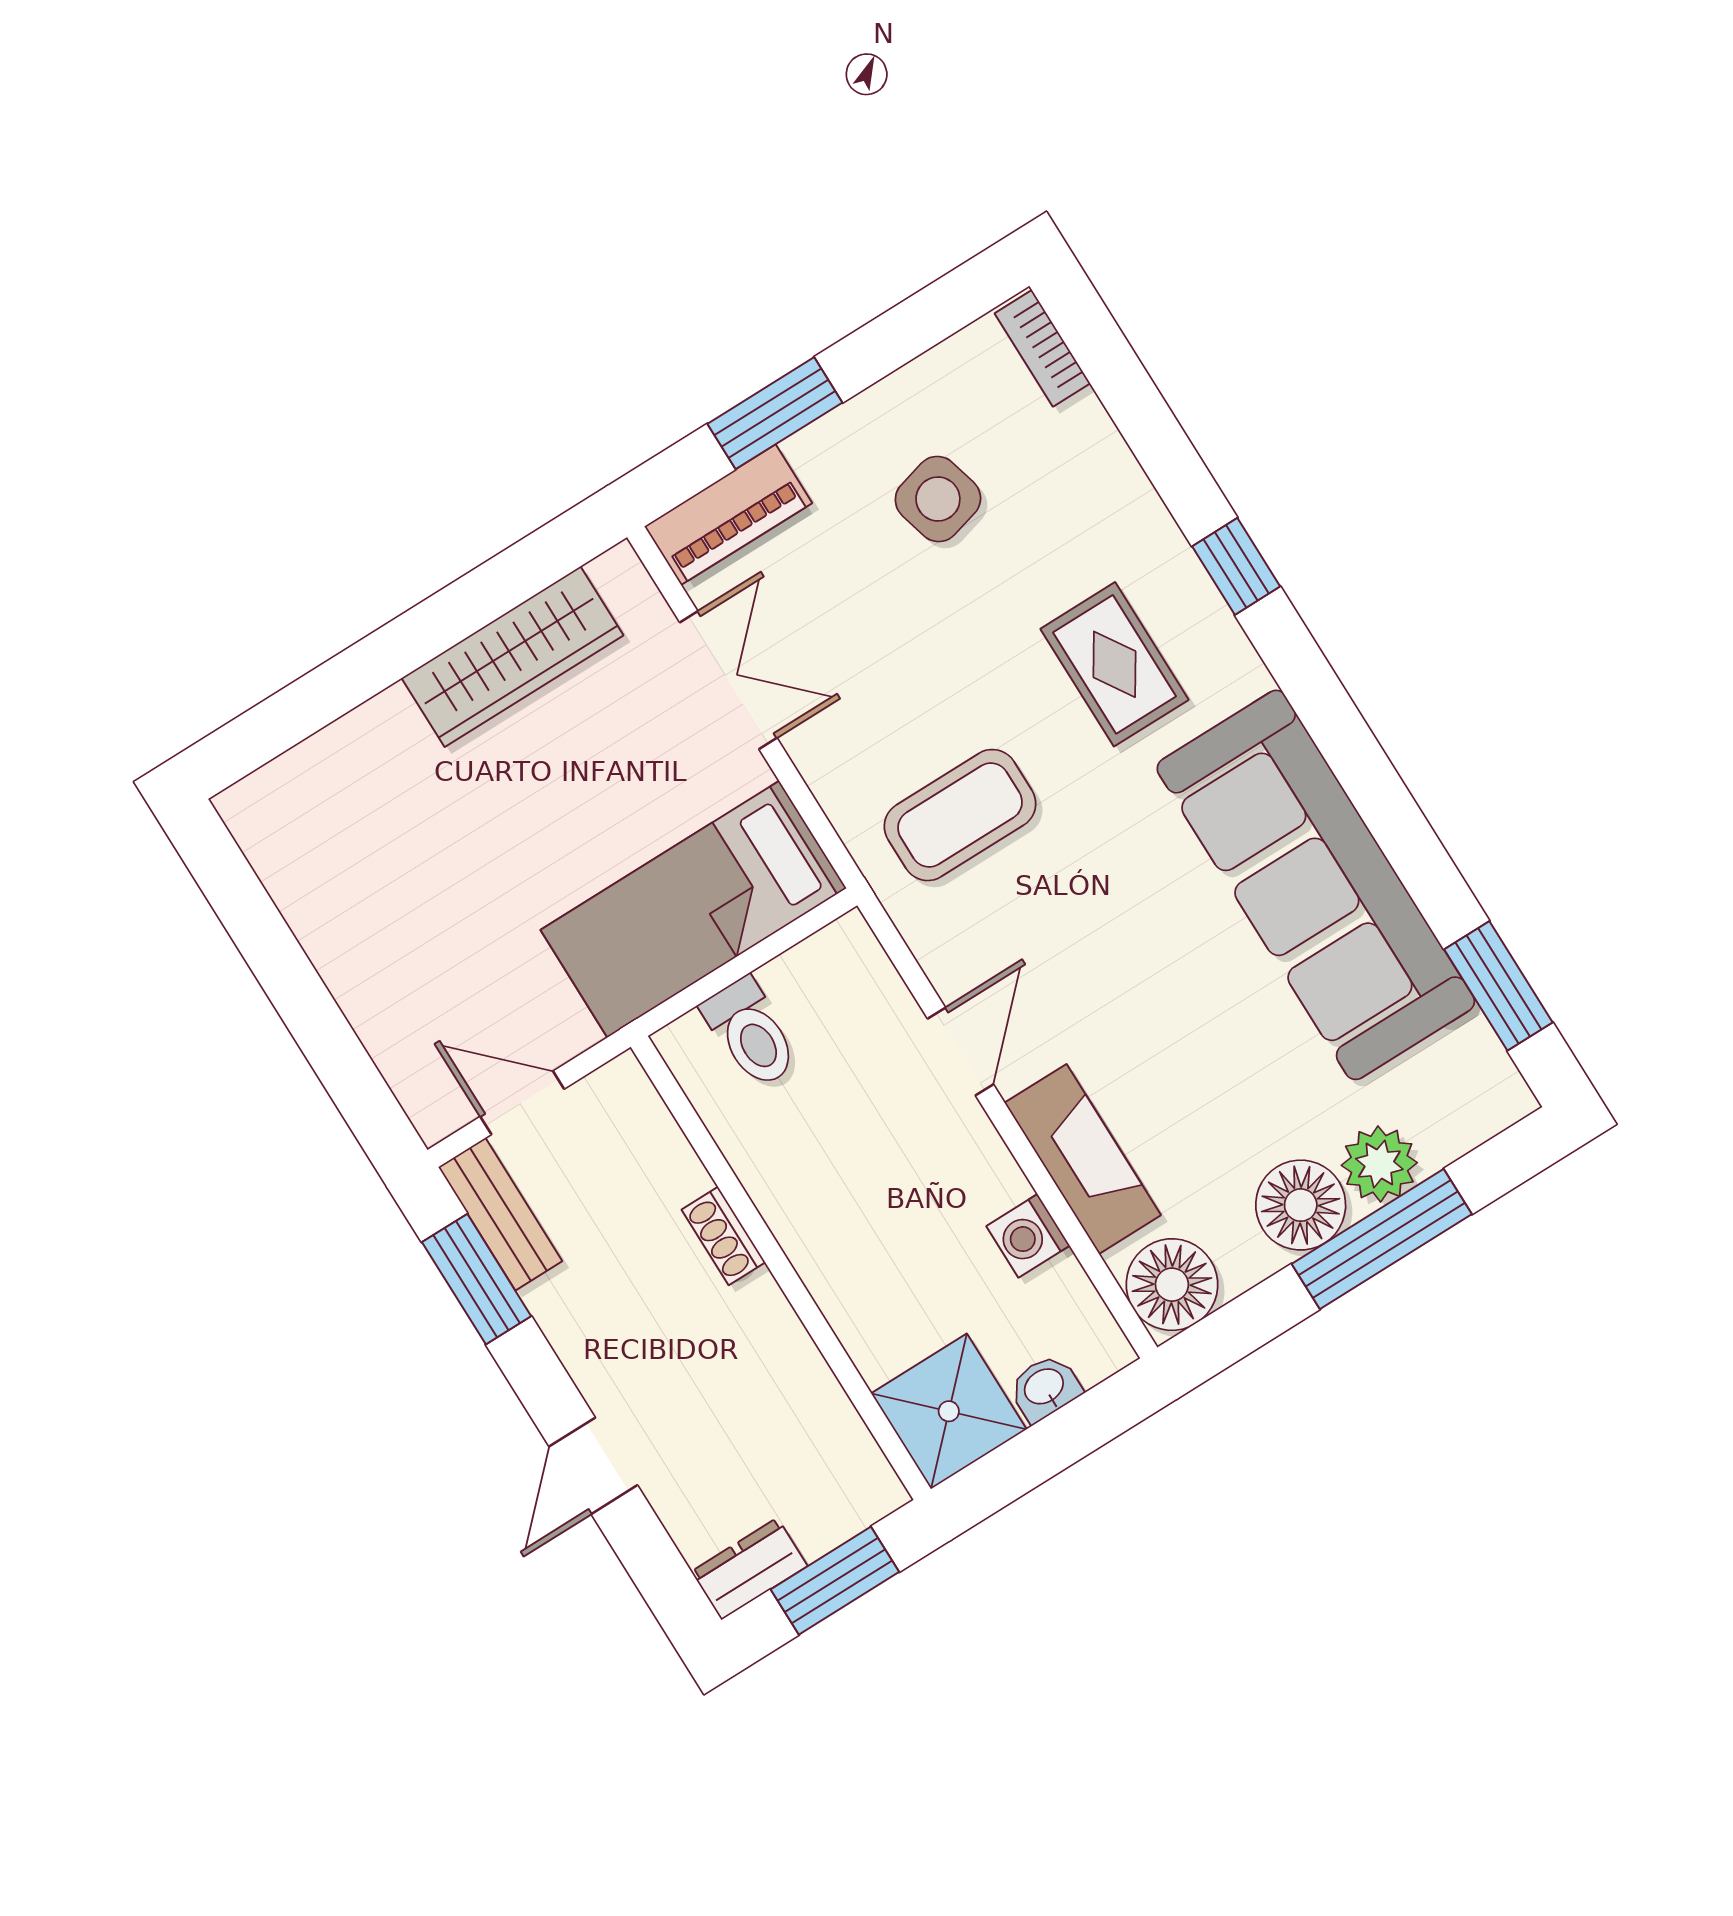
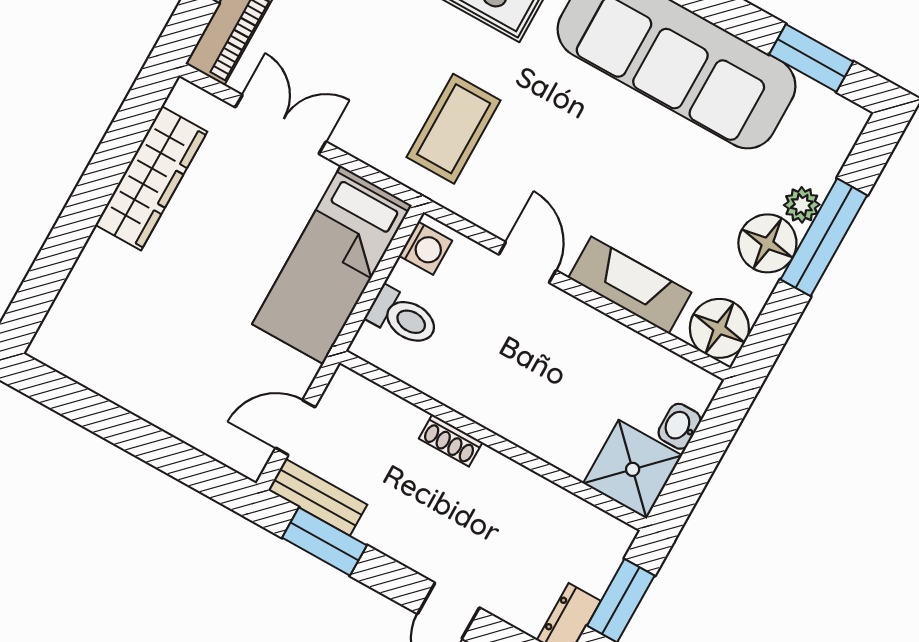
plant: (1379, 1164) -> (802, 205), width x0.73, depth x0.73
washing machine: (1028, 1236) -> (426, 248), moved, turned -90

